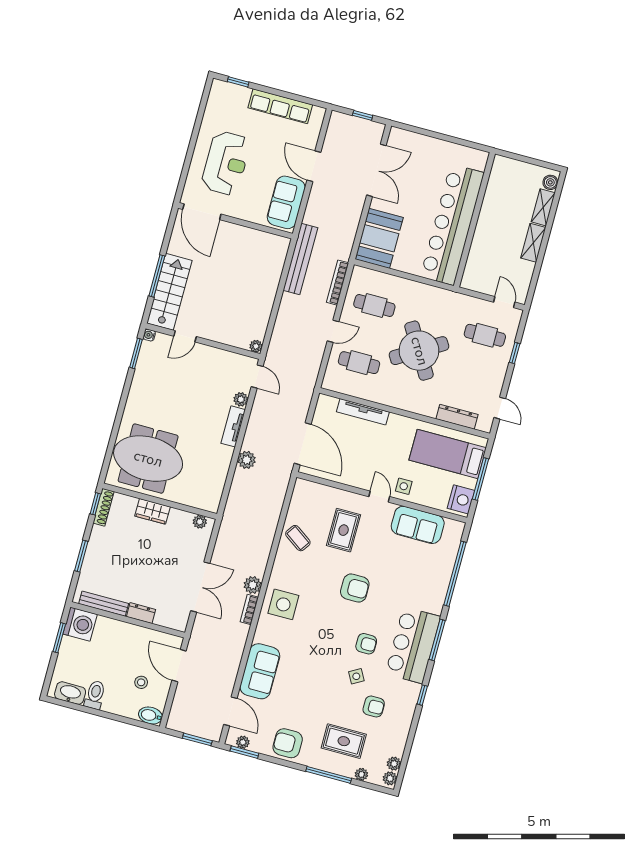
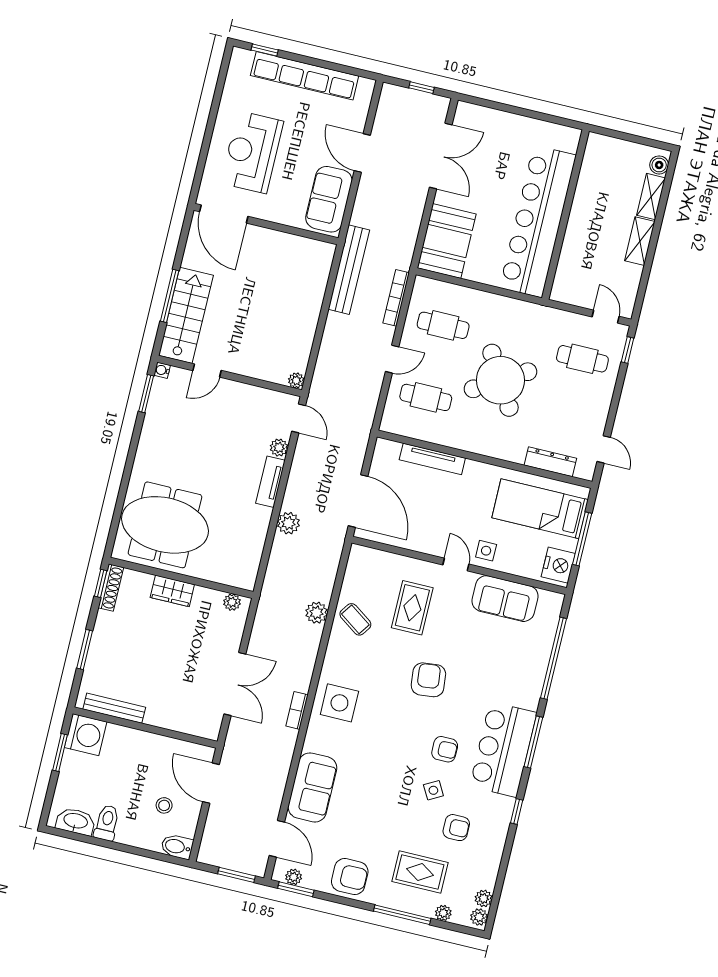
row of seats: (280, 106) -> (305, 76), width x1.36
reception desk: (226, 163) -> (252, 152), turned 180
window: (515, 353) -> (627, 350), moved
plant: (253, 585) -> (316, 613), moved
armchair: (355, 588) -> (428, 680), turned -96
dresser: (141, 613) -> (162, 719), removed
armchair: (288, 743) -> (350, 877), turned 180

